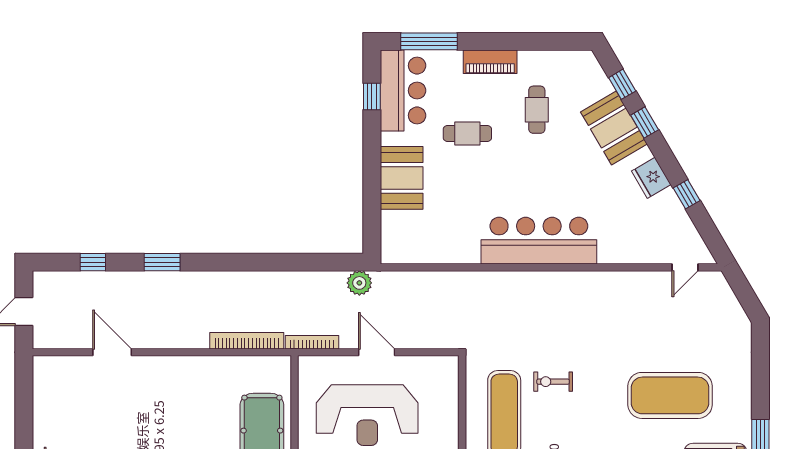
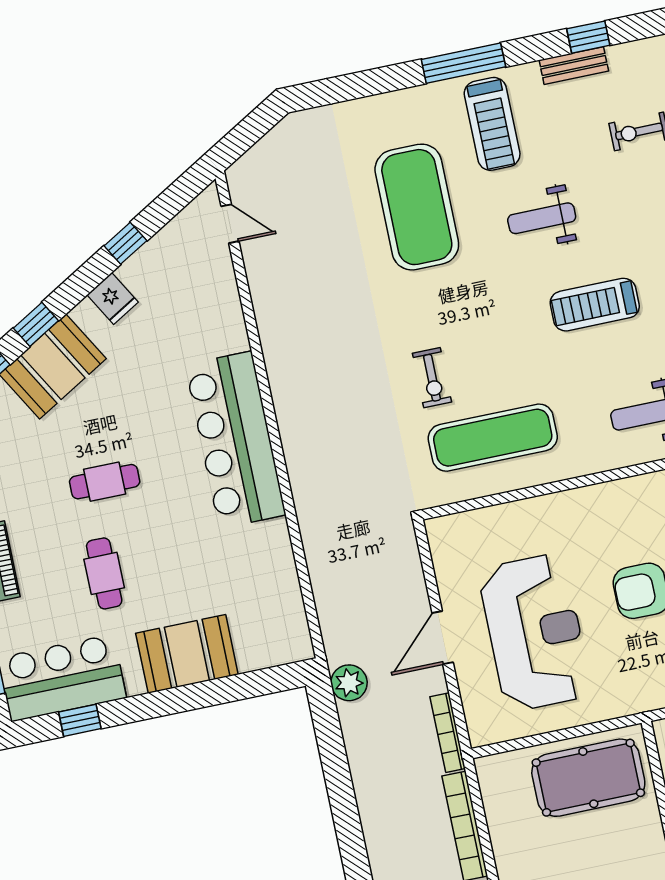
cafe table: (537, 110) -> (105, 482), moved
fridge: (651, 178) -> (113, 299), width x0.72

